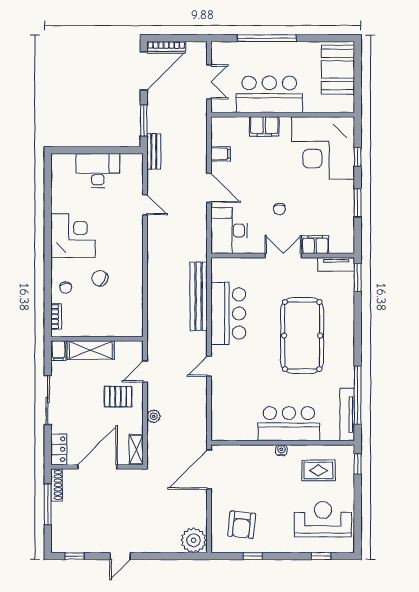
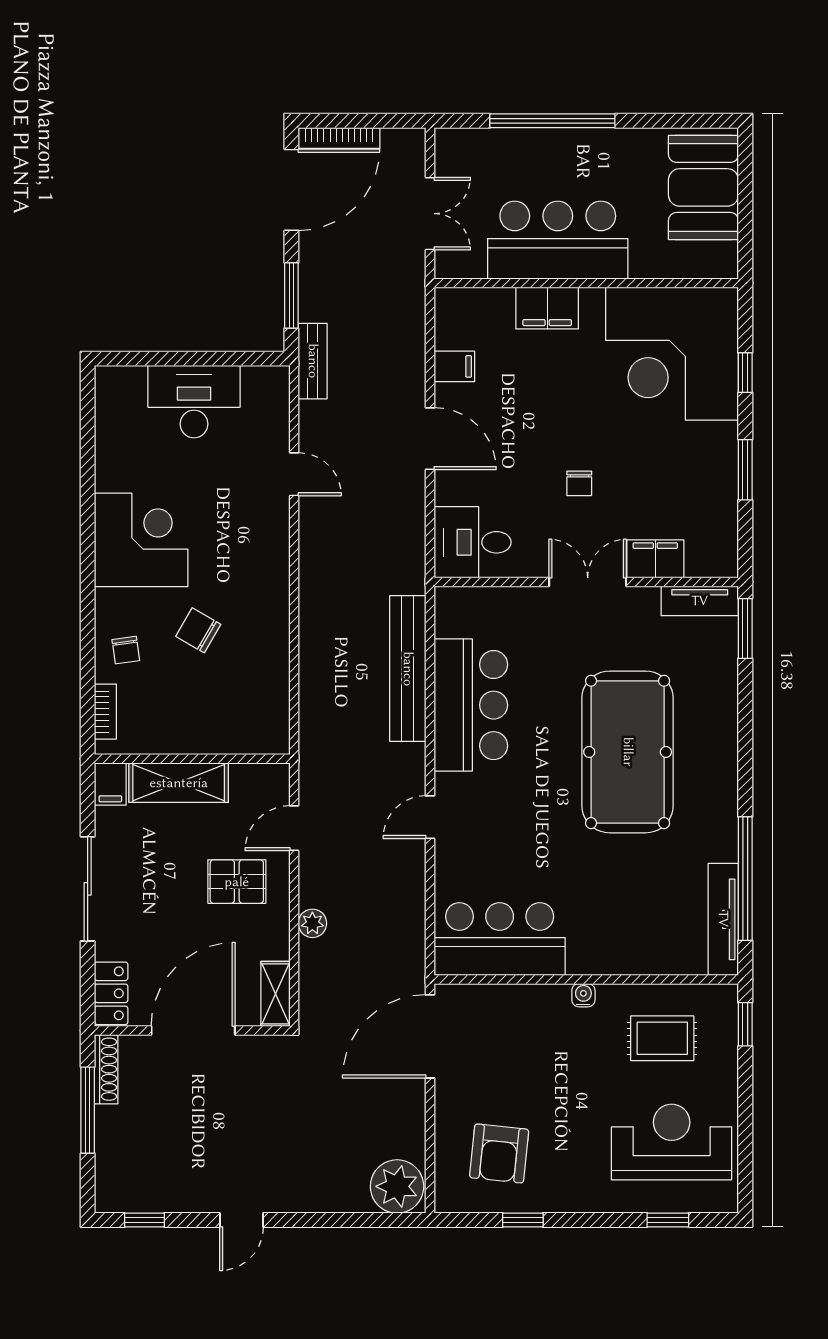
desk: (229, 231) -> (473, 542), width x0.73
bar counter: (289, 424) -> (500, 939), moved

